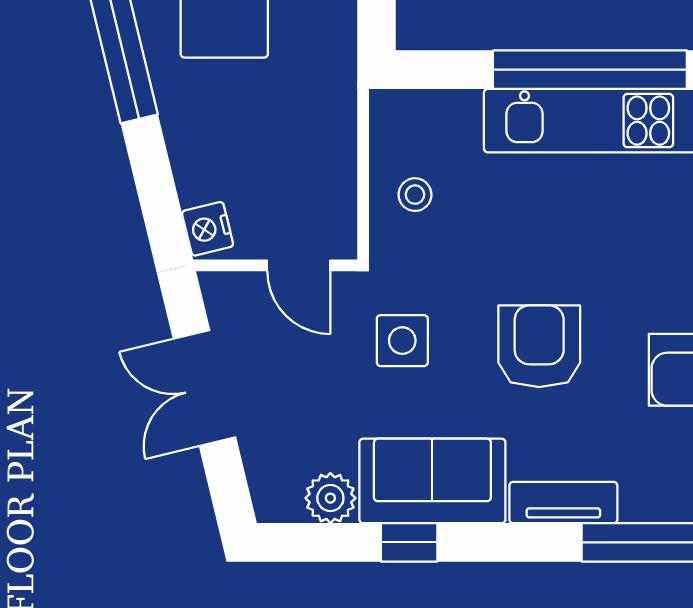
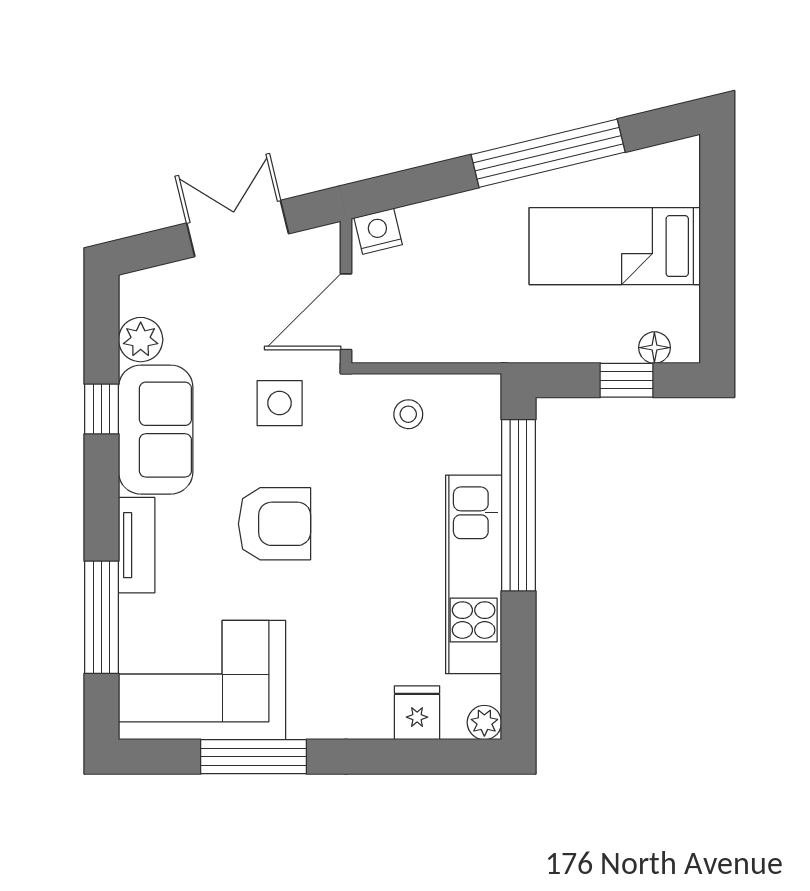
window: (590, 70) -> (518, 505), moved
door: (299, 265) -> (346, 312), width x1.38

